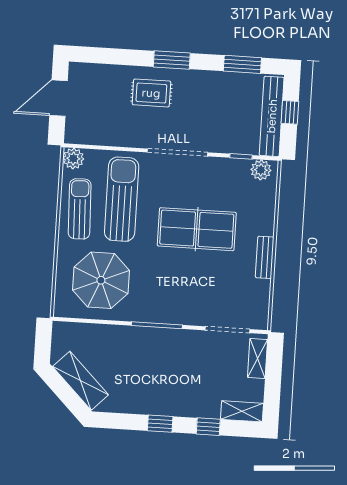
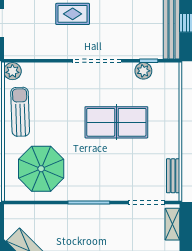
plant: (261, 170) -> (143, 71), moved
sun lounger: (122, 199) -> (54, 102), removed
bench: (265, 257) -> (173, 176), moved

